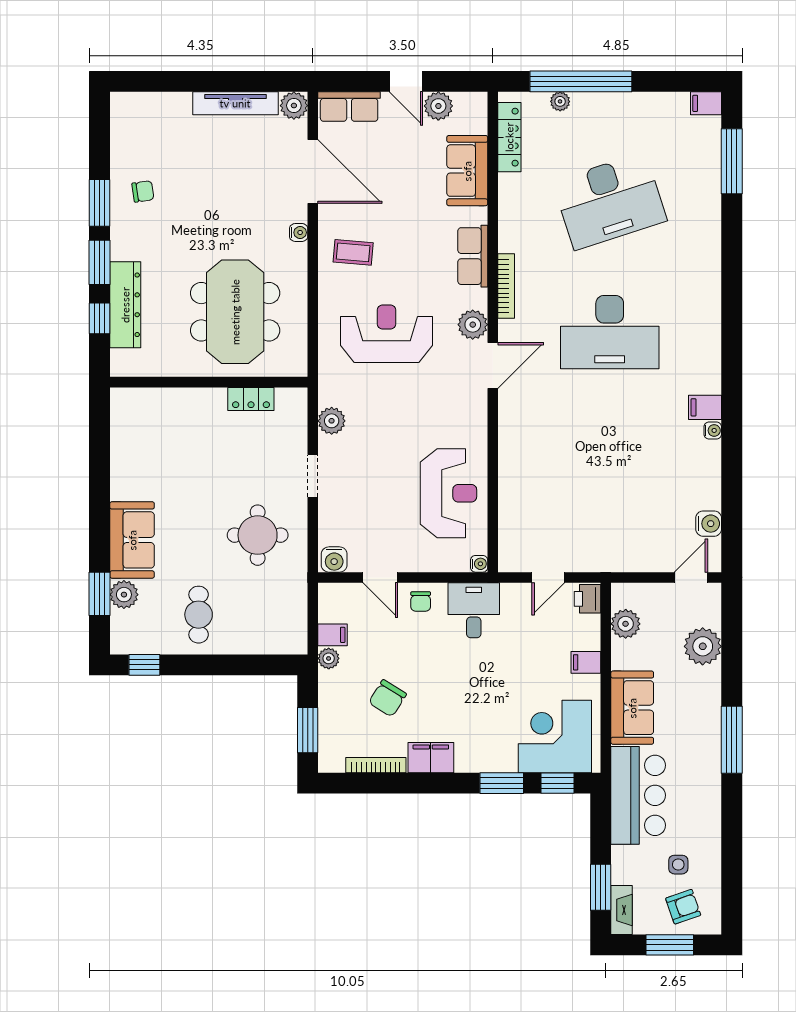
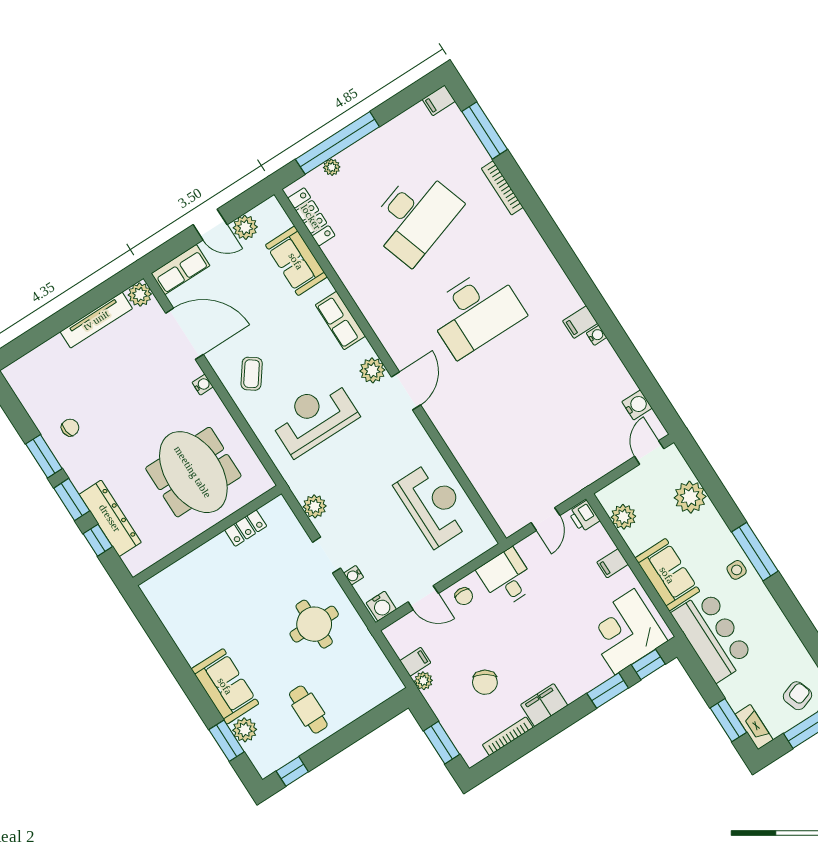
coffee table: (353, 252) -> (252, 374), turned -59
bookcase: (506, 286) -> (502, 188), moved, turned 180
water cooler: (479, 564) -> (354, 575), moved, turned 180
side table: (678, 865) -> (737, 570), moved

